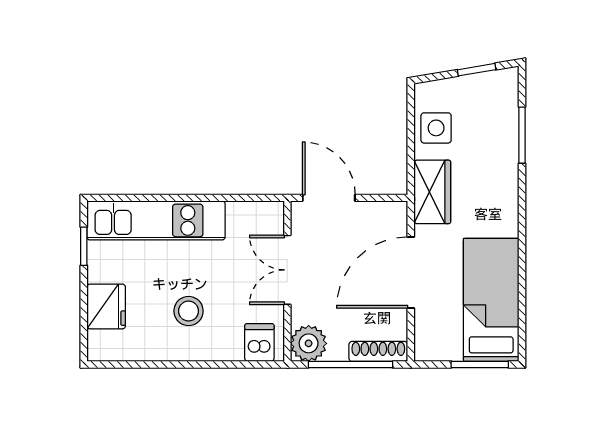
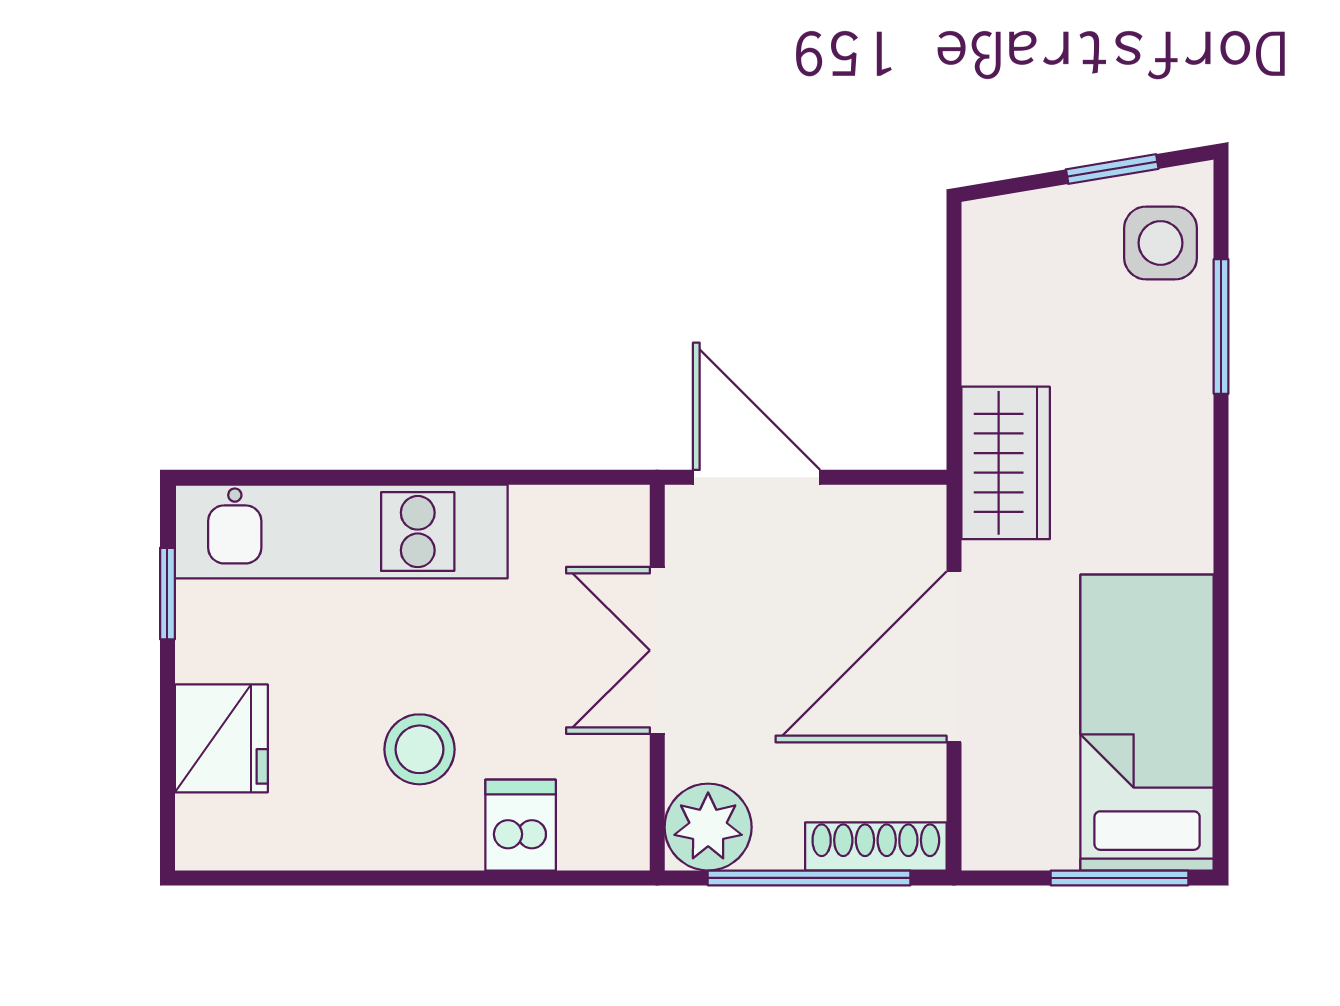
side table: (436, 128) -> (1161, 243), moved
dishwasher: (259, 343) -> (521, 825), moved

